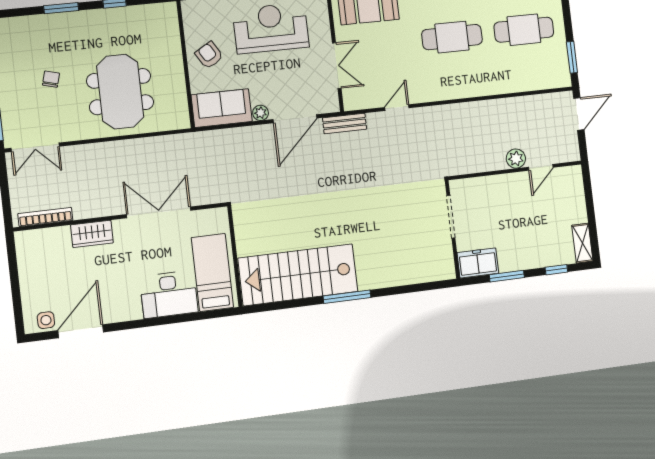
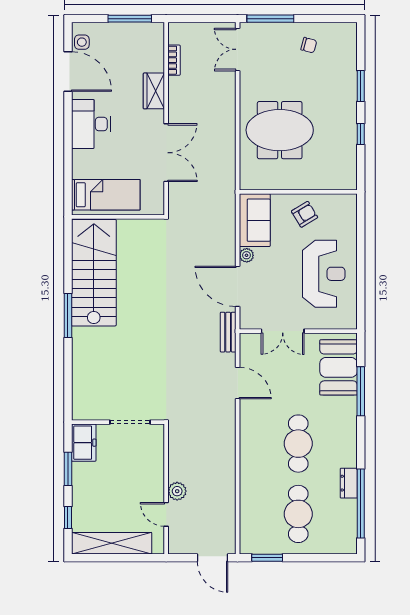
chair: (51, 79) -> (309, 45), moved
door: (397, 108) -> (238, 383), width x1.38
bookcase: (45, 217) -> (174, 60), width x0.64
shelving: (582, 243) -> (112, 543), width x2.20, depth x1.33
window: (13, 270) -> (130, 19), added
desk: (169, 294) -> (91, 124), moved

